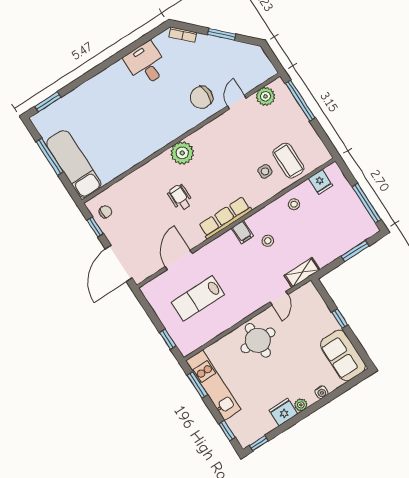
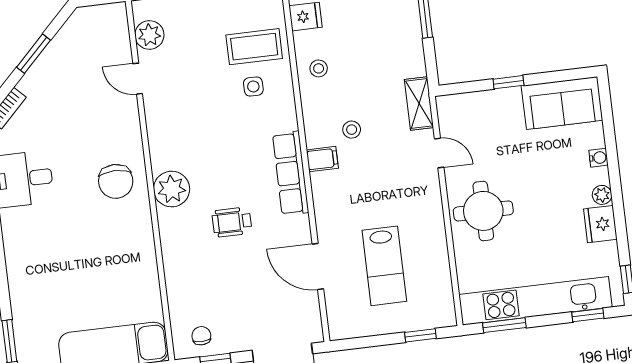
chair: (201, 97) -> (116, 181), moved
kitchen unit: (213, 385) -> (535, 301), width x1.36

